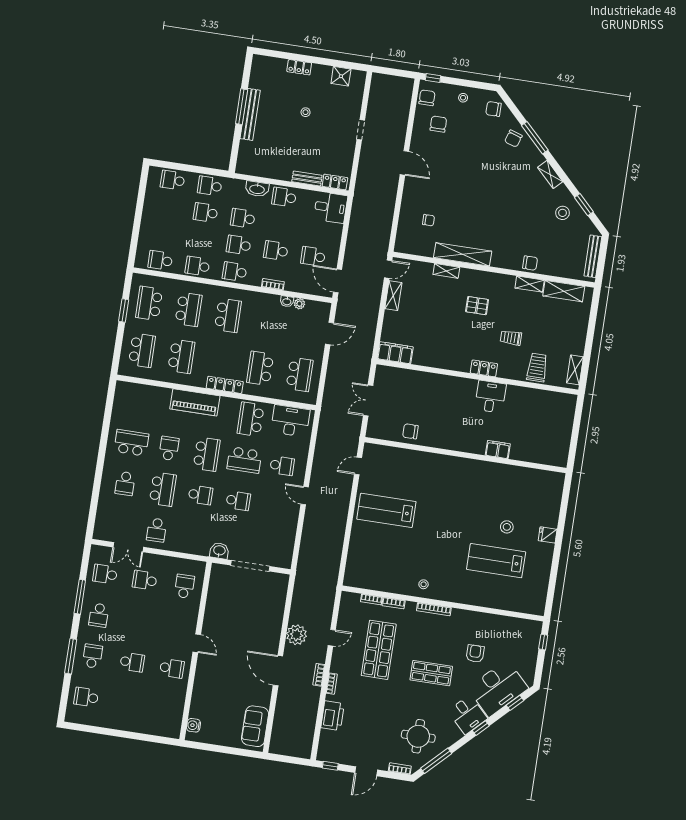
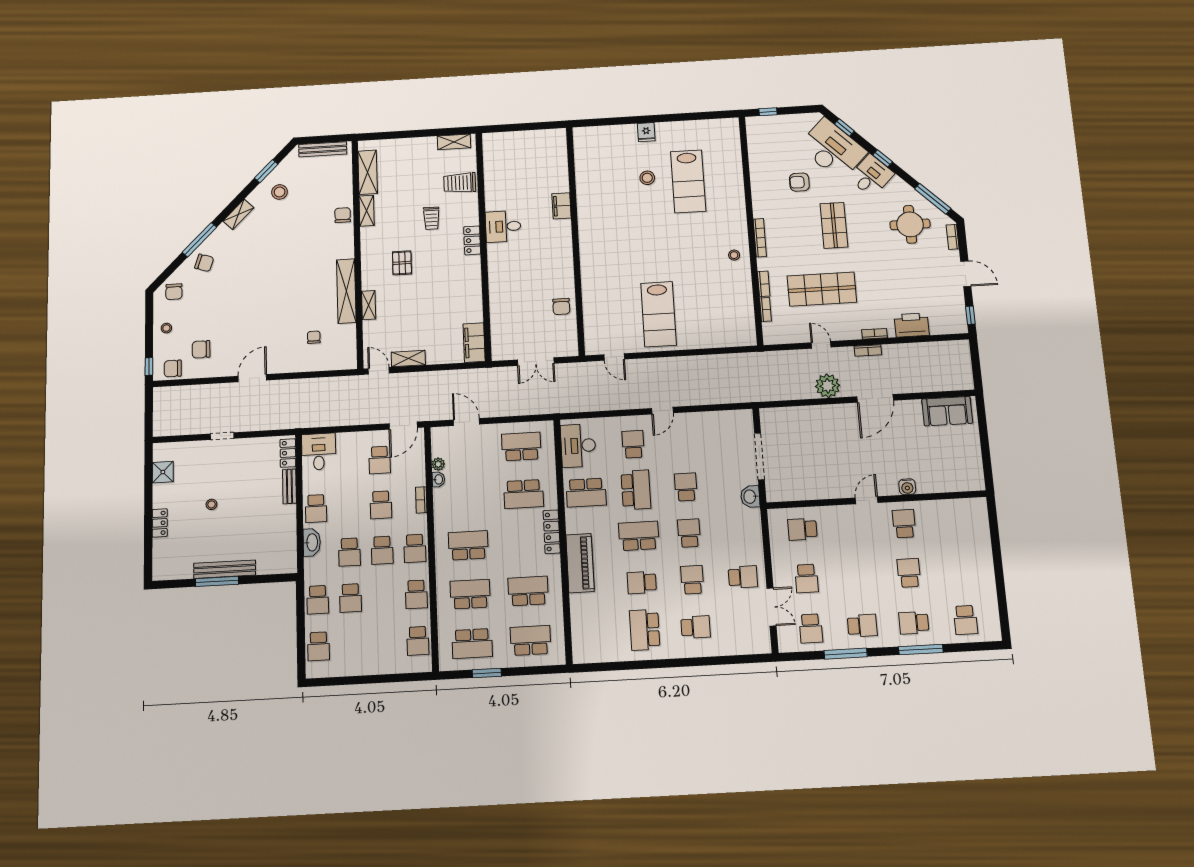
school desk: (163, 489) -> (692, 580), width x0.54
water cooler: (193, 725) -> (907, 487), moved

